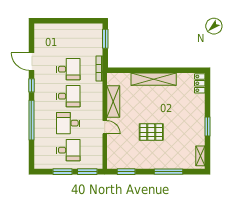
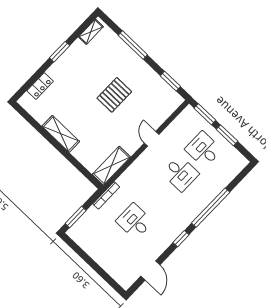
door: (31, 62) -> (150, 270), moved
shelving: (154, 79) -> (61, 134), width x0.68
locker: (200, 83) -> (40, 86), moved
desk: (68, 96) -> (157, 197), removed
shelving: (113, 101) -> (111, 166), moved
pallet: (151, 132) -> (114, 95), turned 90

